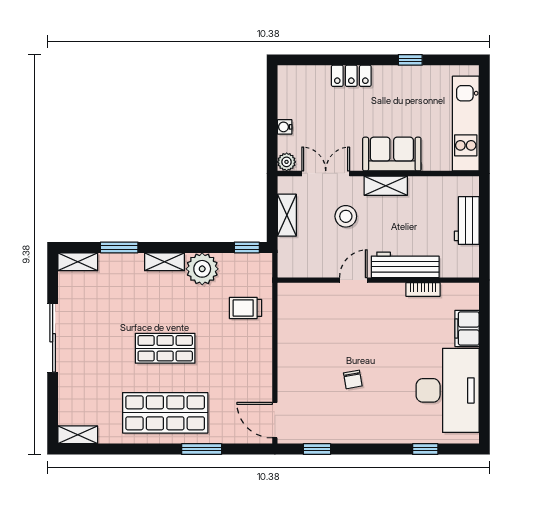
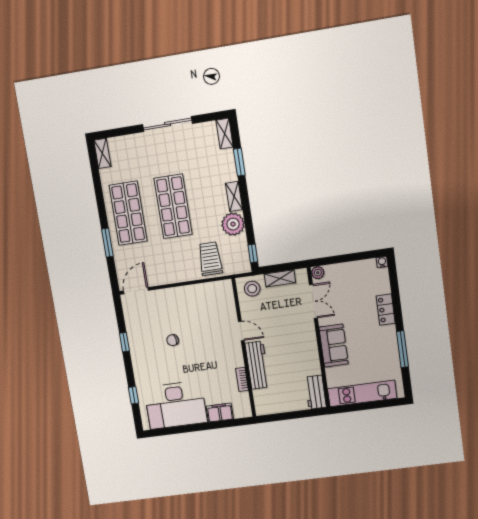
window: (410, 60) -> (402, 349), width x2.17
water cooler: (285, 127) -> (382, 262), moved
shelving: (386, 186) -> (311, 344), removed
stool: (346, 216) -> (252, 289), moved
workbench: (467, 221) -> (316, 392), moved, turned -90
trolley: (245, 308) -> (210, 259), width x1.36, depth x1.39
shop shelf: (165, 348) -> (173, 206), width x1.43, depth x1.36
window: (317, 449) -> (124, 342), moved

